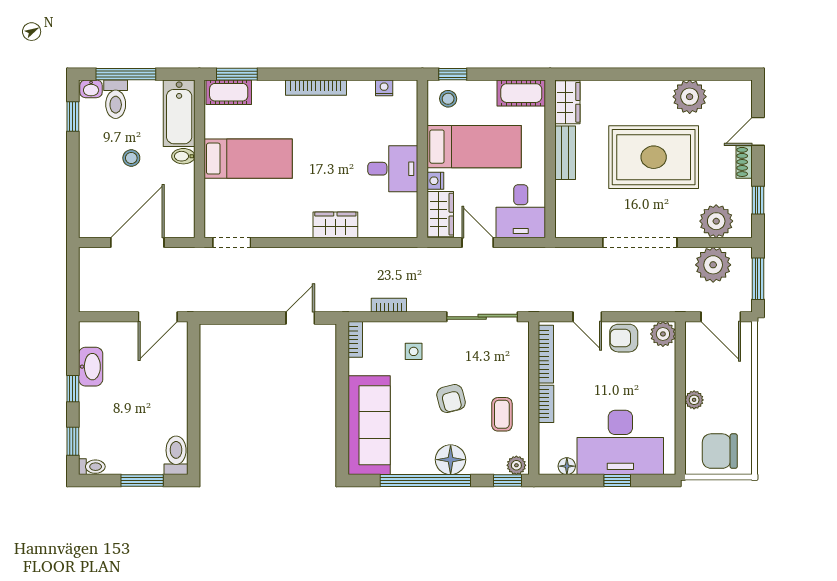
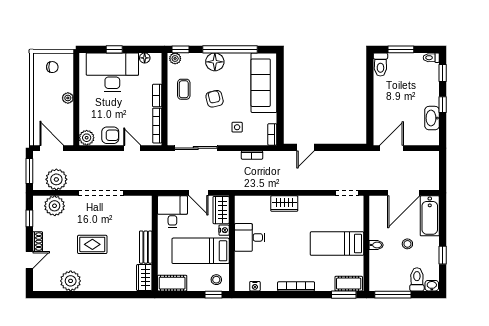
window: (126, 74) -> (393, 295), moved
bathtub: (179, 113) -> (430, 216), moved, turned 180
window: (73, 116) -> (443, 255), moved
rug: (654, 157) -> (92, 244), width x0.54, depth x0.49
chair: (720, 451) -> (52, 67), width x0.54, depth x0.54

